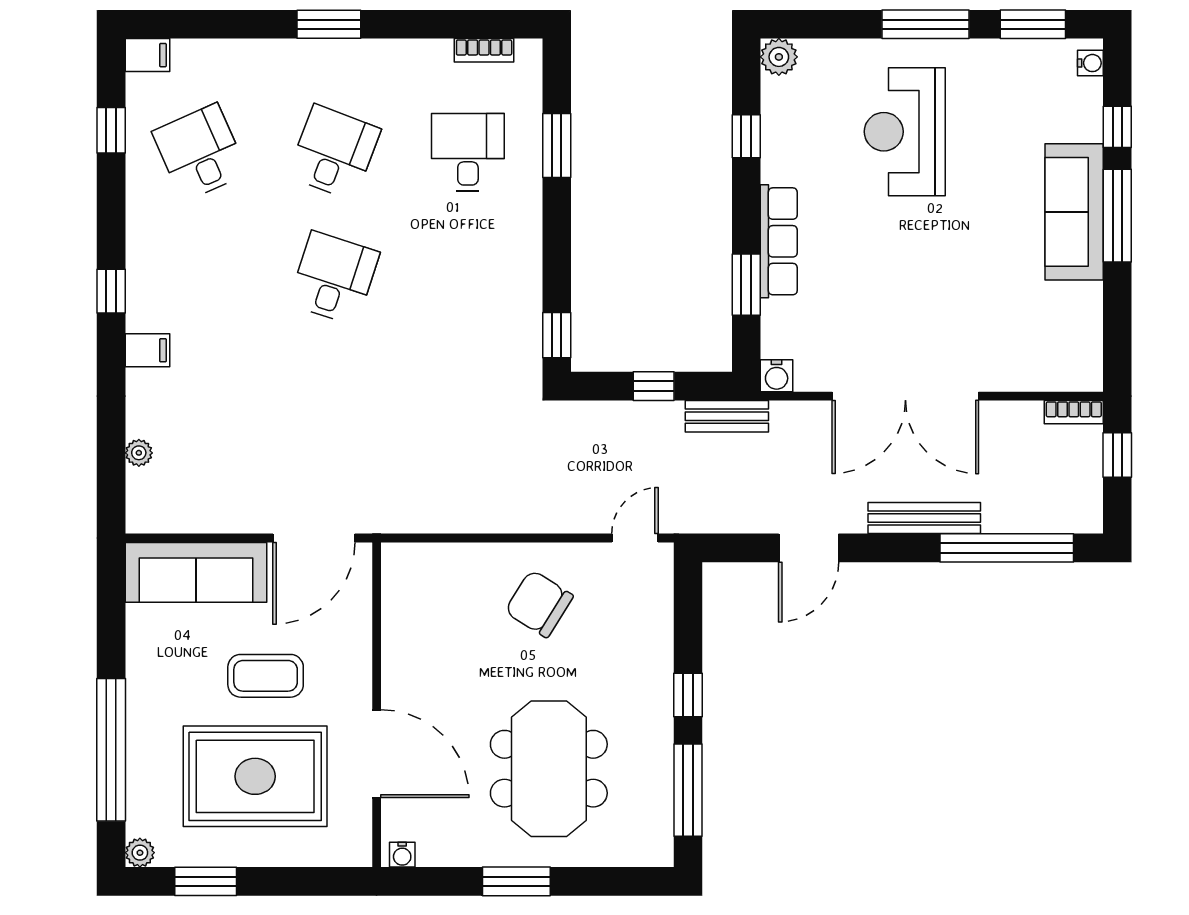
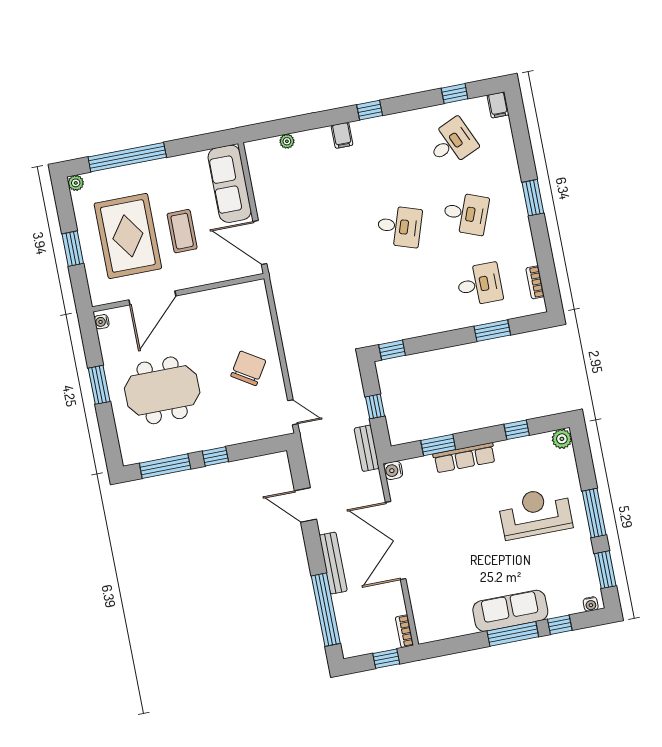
window: (206, 881) -> (73, 249), moved

